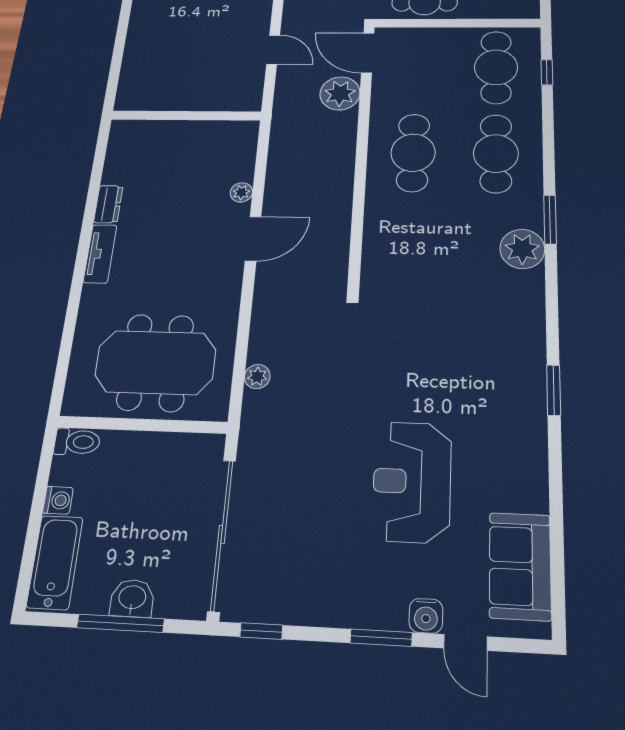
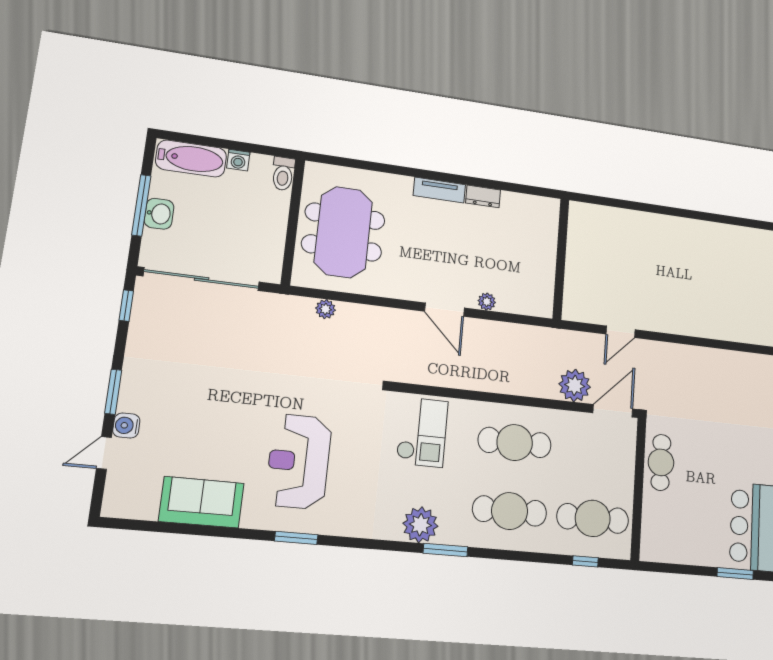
checkout: (408, 254) -> (422, 432), added
reception desk: (412, 481) -> (299, 461), moved, turned -90
sofa: (520, 566) -> (201, 502), moved

